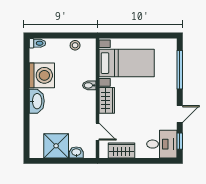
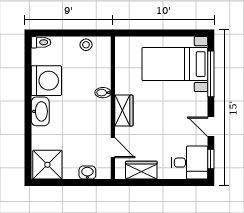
bed with nightstands: (127, 63) -> (175, 64), moved, turned 180
door: (180, 114) -> (211, 127), swing flipped
shower: (56, 146) -> (47, 165), moved

